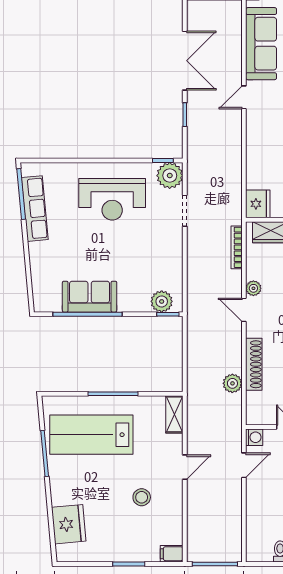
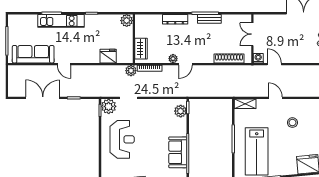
fridge: (258, 204) -> (108, 56), moved
shoe rack: (254, 364) -> (229, 58), moved
plant: (232, 383) -> (131, 71), moved

